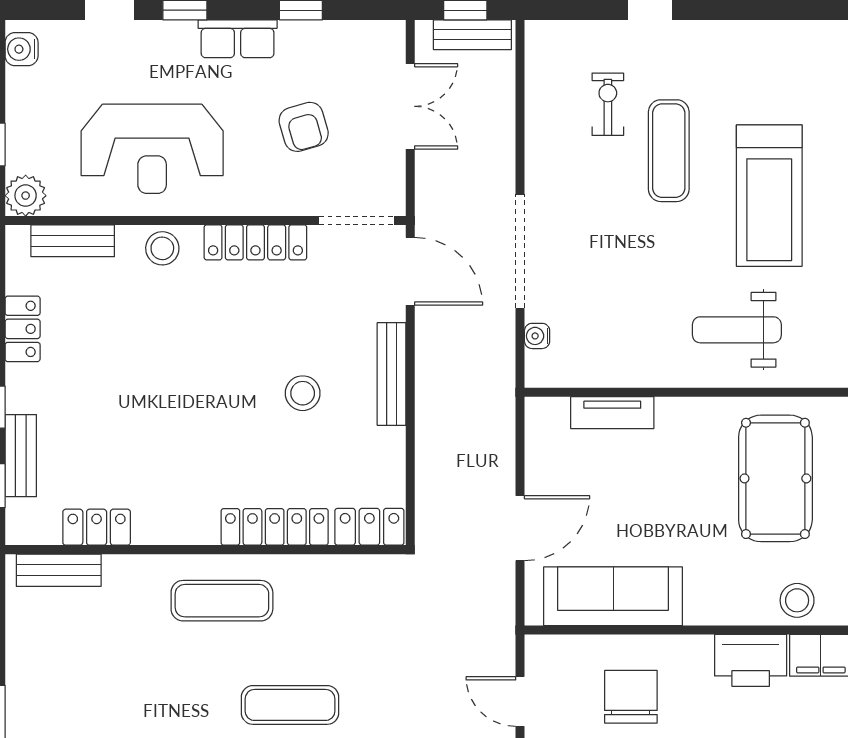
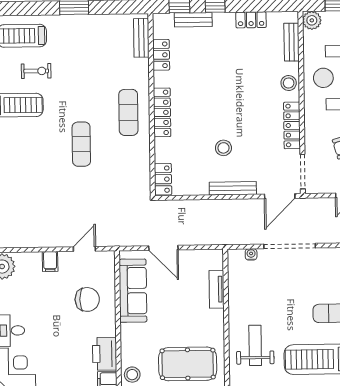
locker: (275, 527) -> (162, 112), moved

